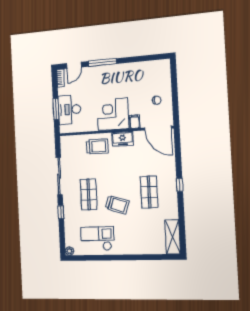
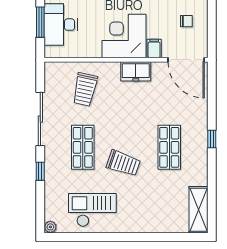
trolley: (97, 147) -> (85, 89), moved, turned 102

